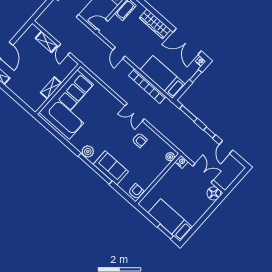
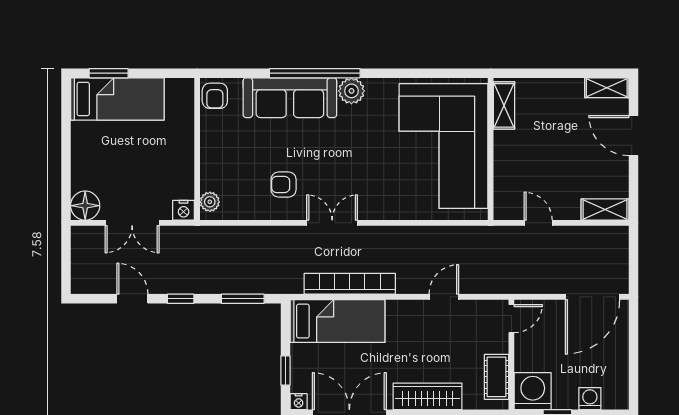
shelving: (46, 42) -> (605, 209), moved
door: (119, 53) -> (444, 297), hinge flipped
shelving: (51, 88) -> (504, 105), moved
sofa: (111, 168) -> (290, 98), width x1.36

